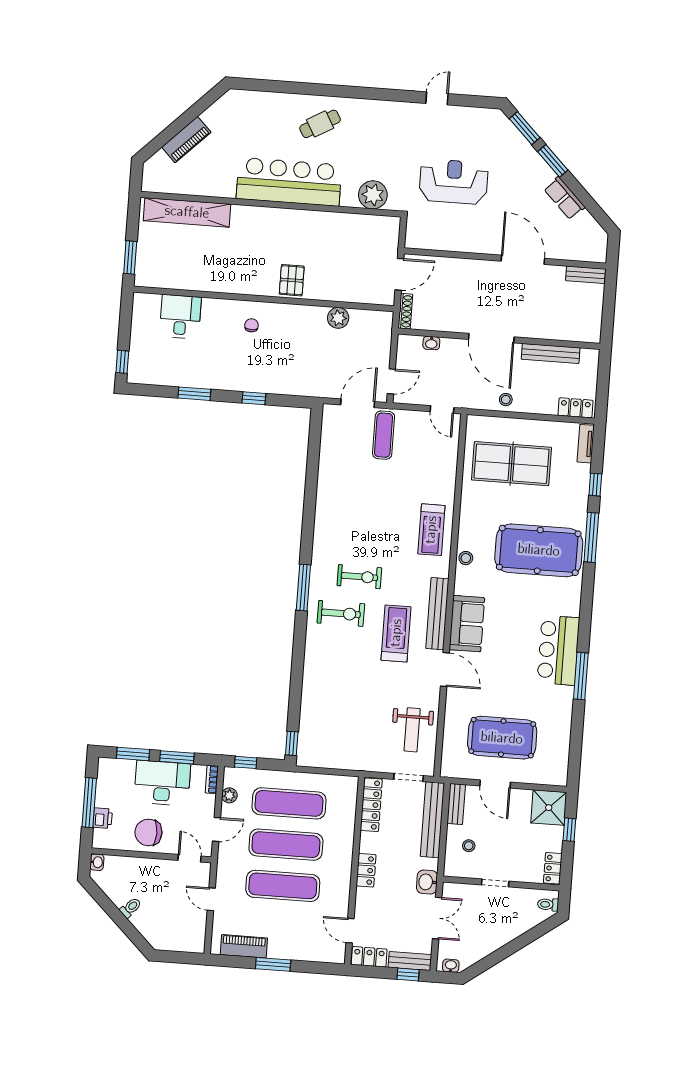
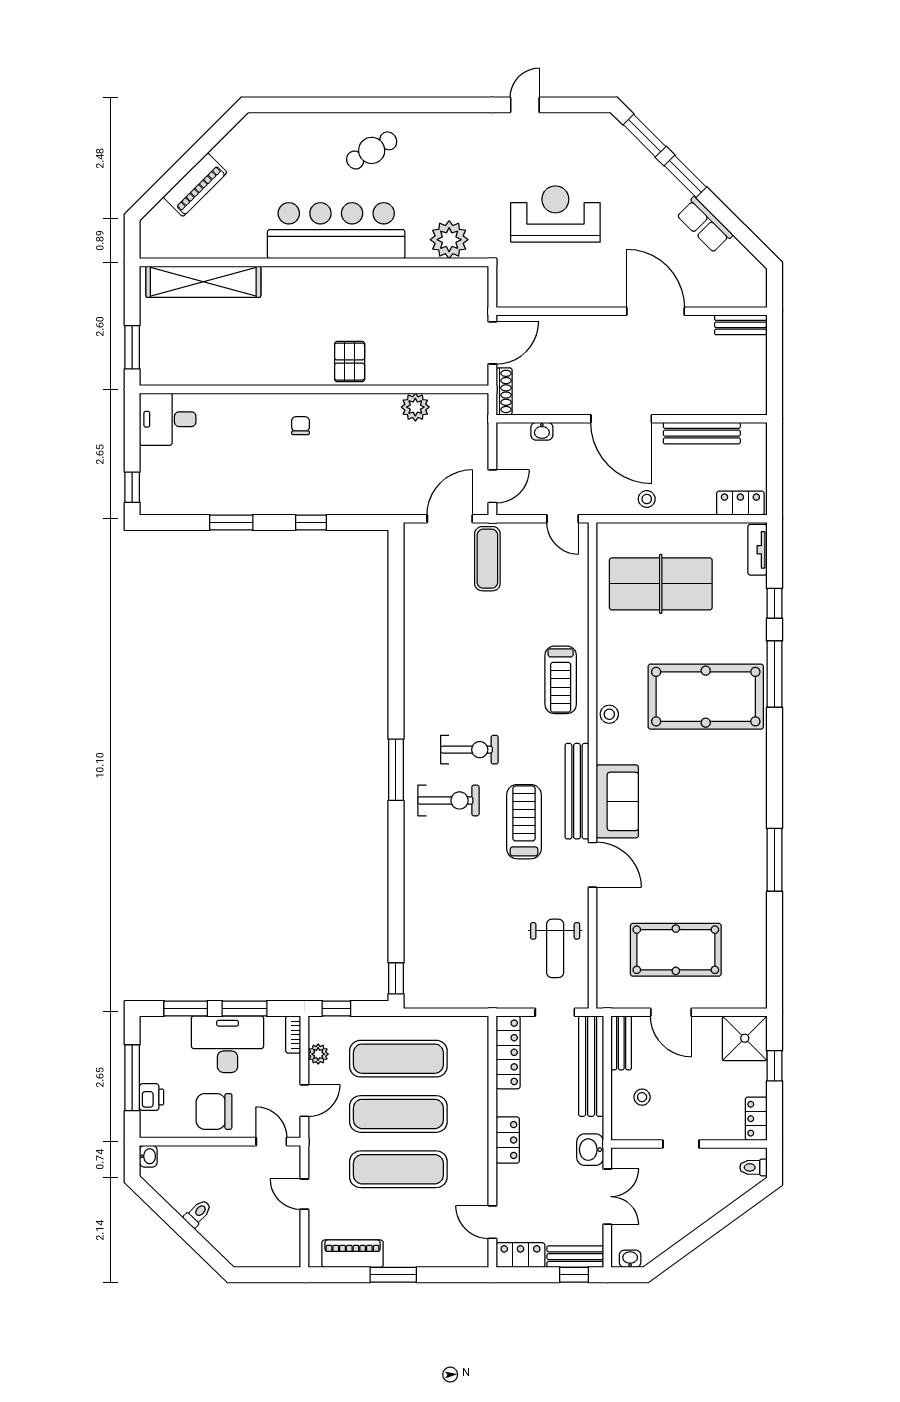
desk: (180, 317) -> (168, 419), moved, turned -90
bar counter: (558, 650) -> (742, 828), removed

